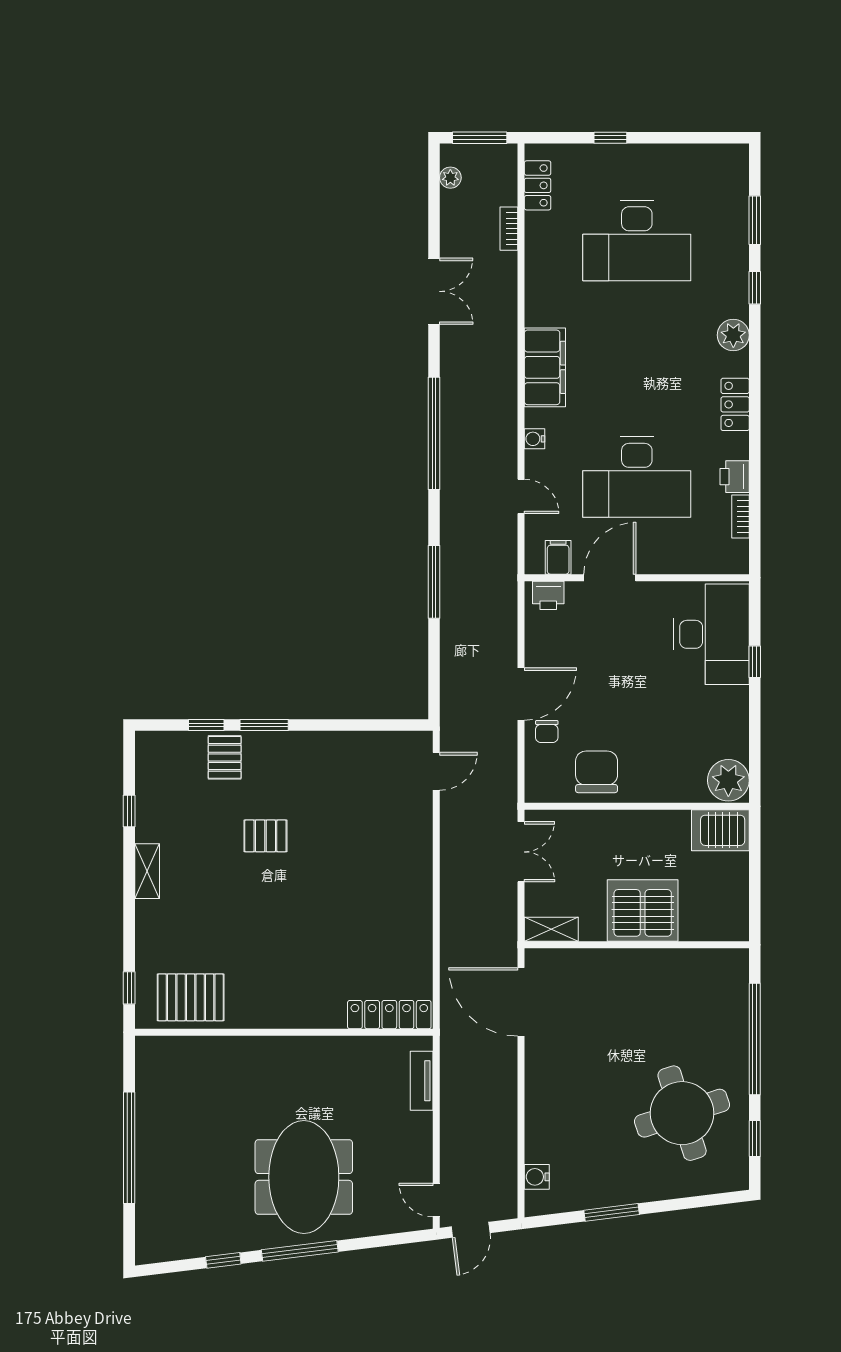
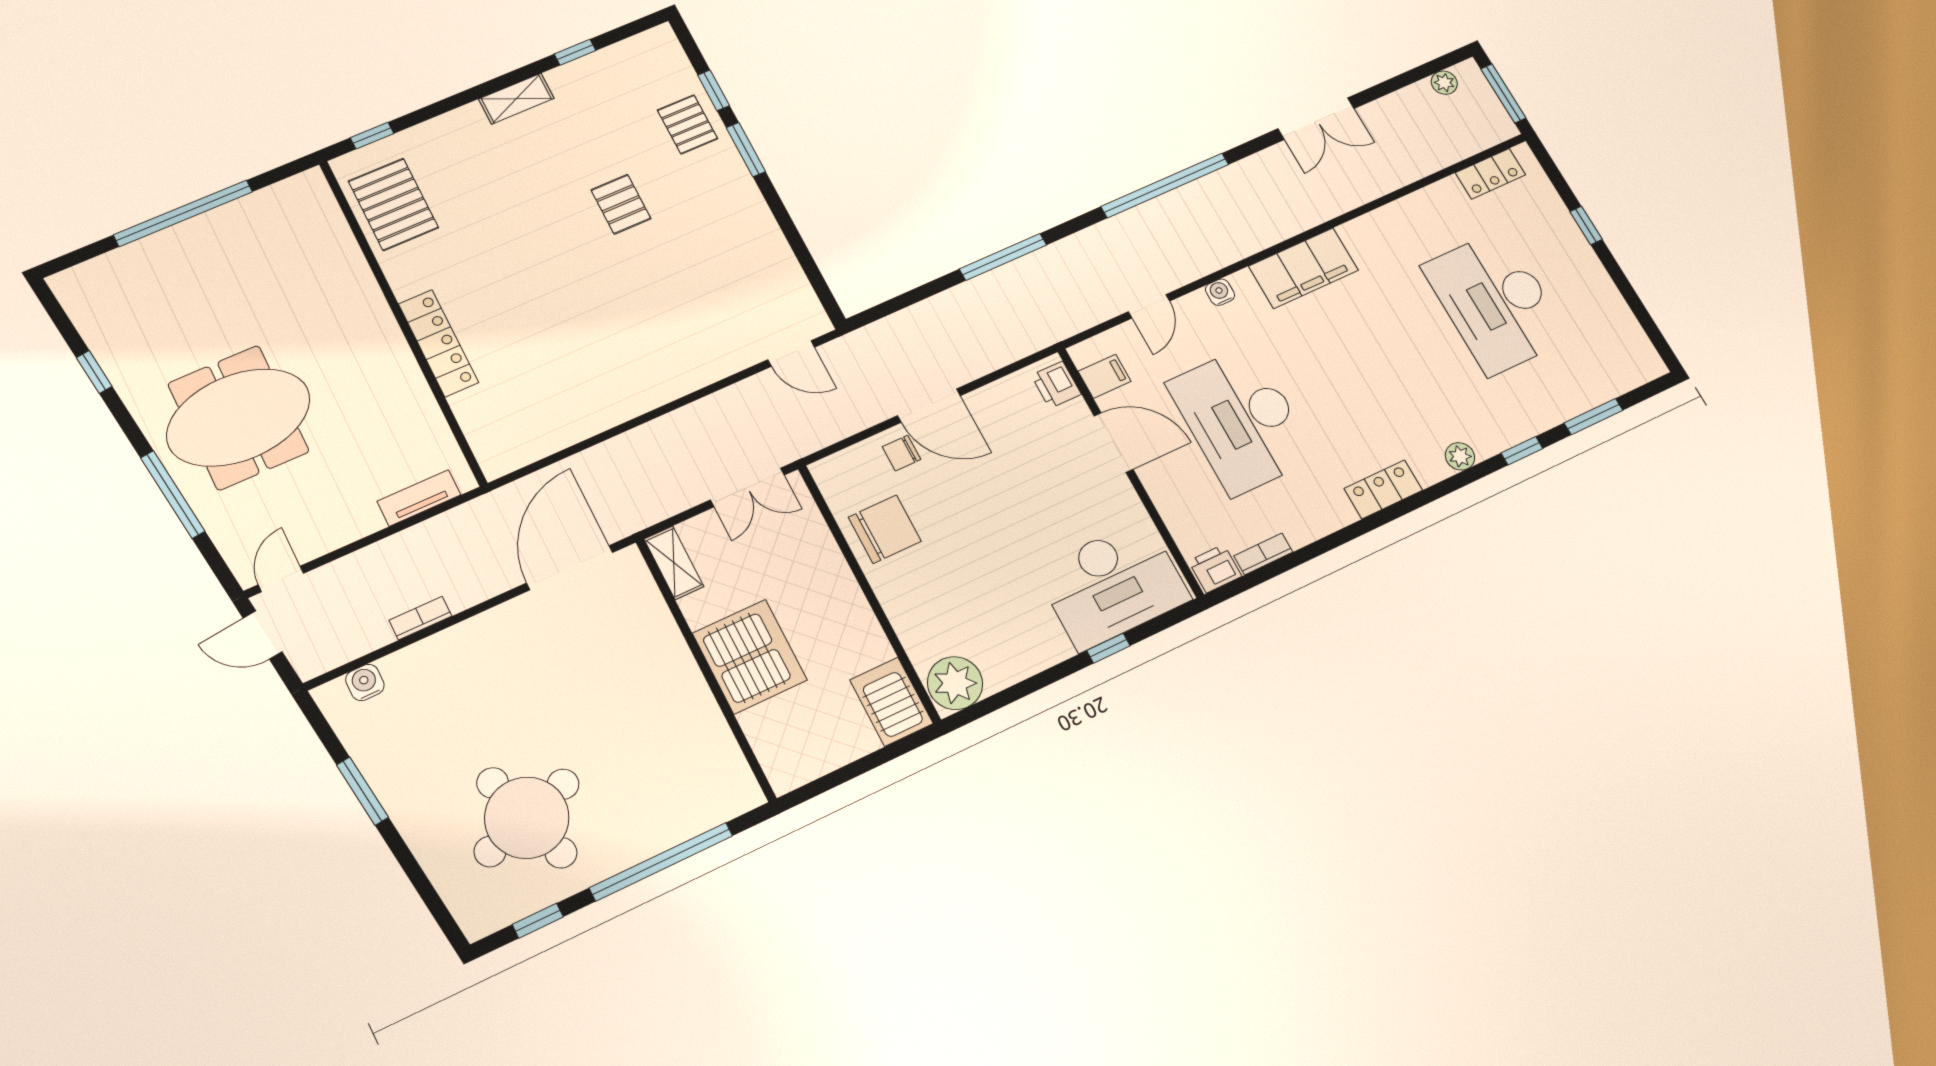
bookcase: (509, 229) -> (420, 618), moved
plant: (733, 335) -> (1460, 456), width x0.73, depth x0.73
printer: (735, 477) -> (1215, 569), moved
pallet: (225, 757) -> (687, 124), turned 90
locker: (389, 1015) -> (438, 343), moved
window: (300, 1251) -> (173, 495), moved

